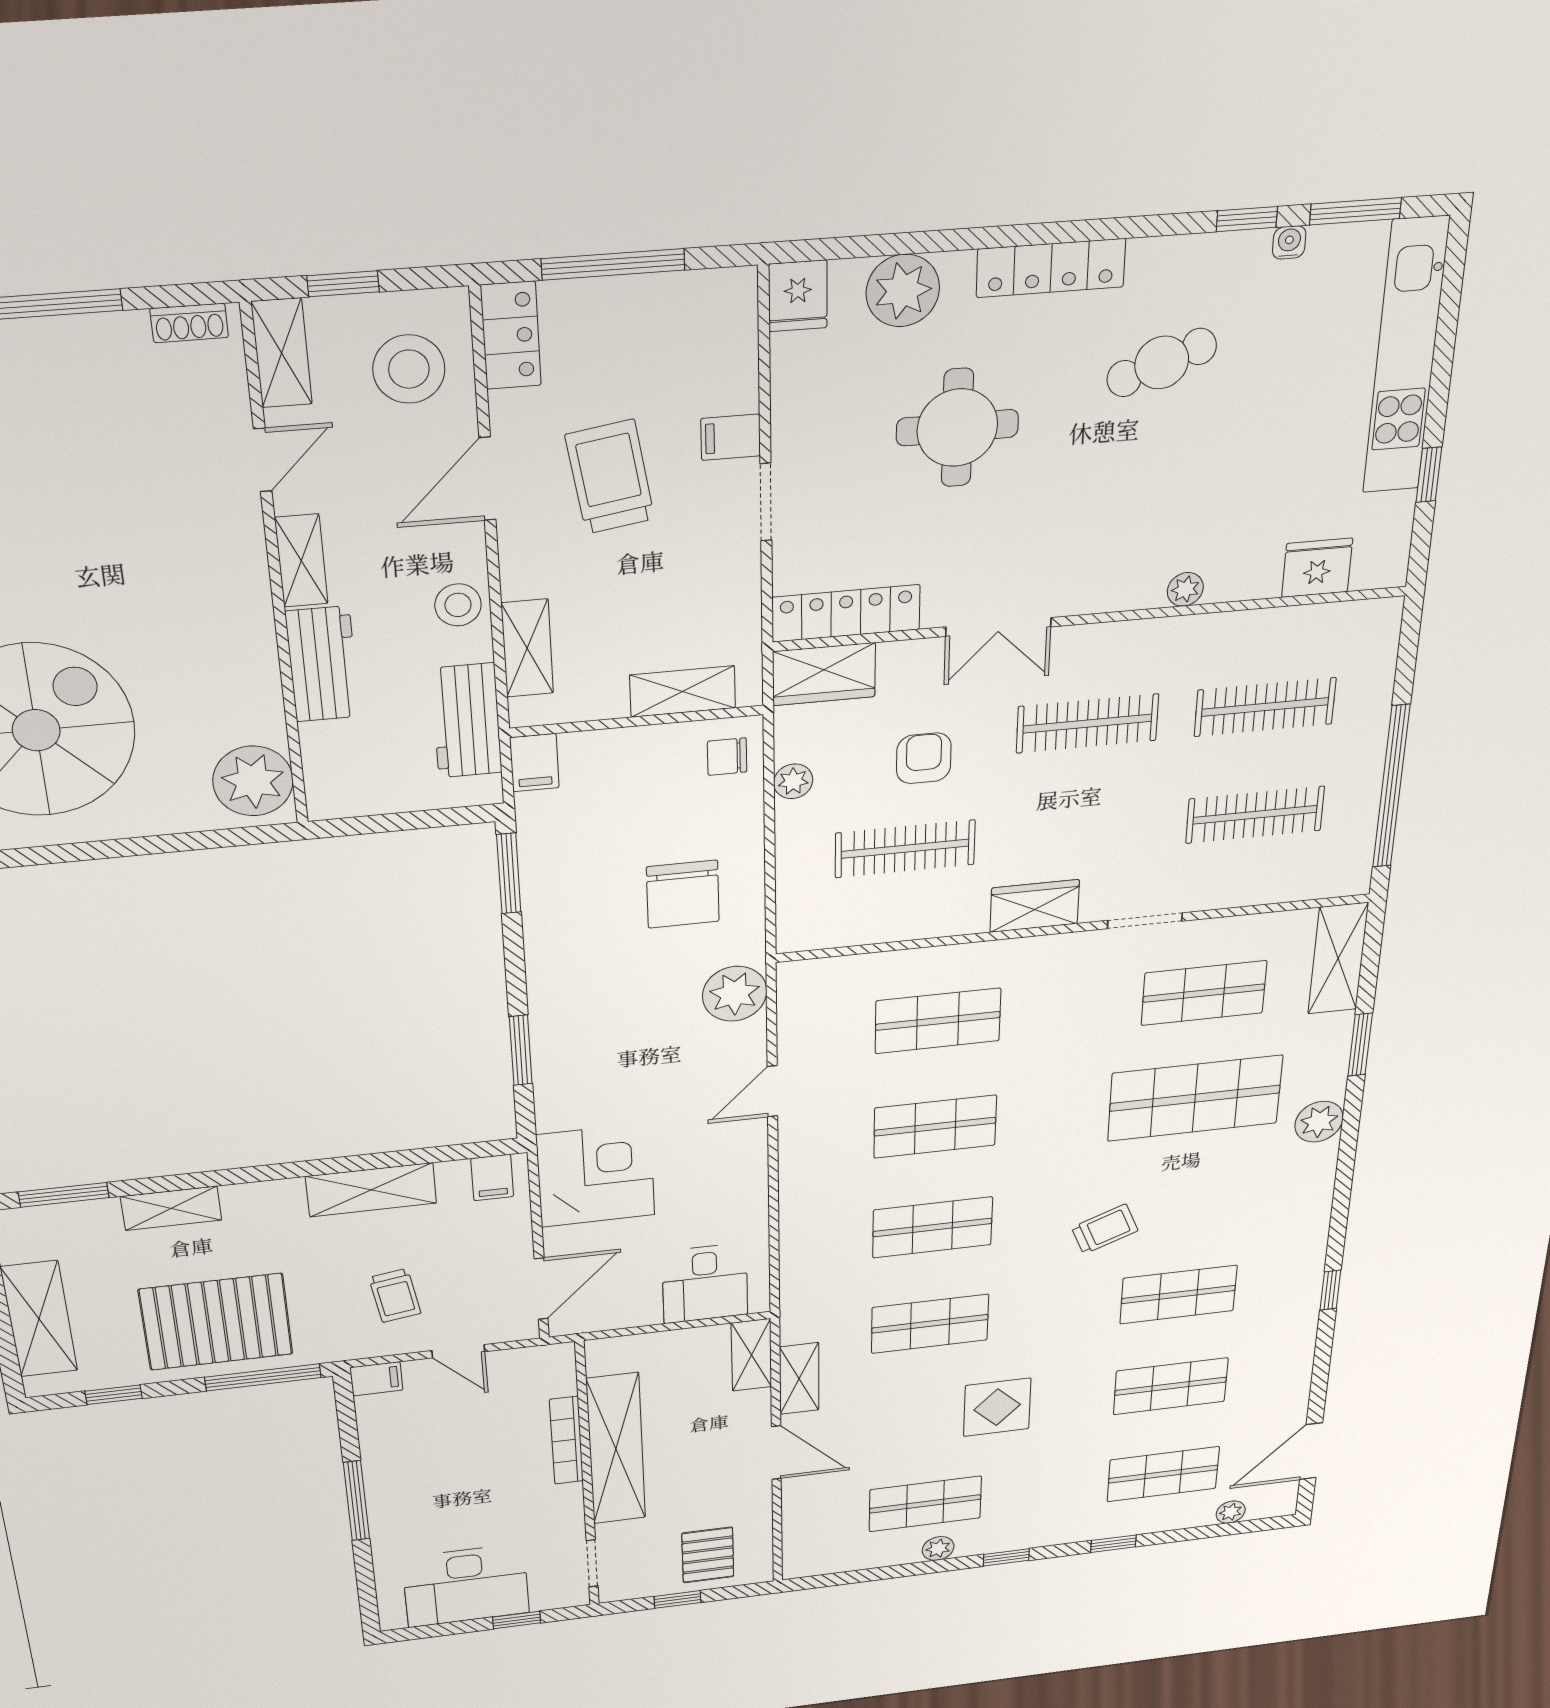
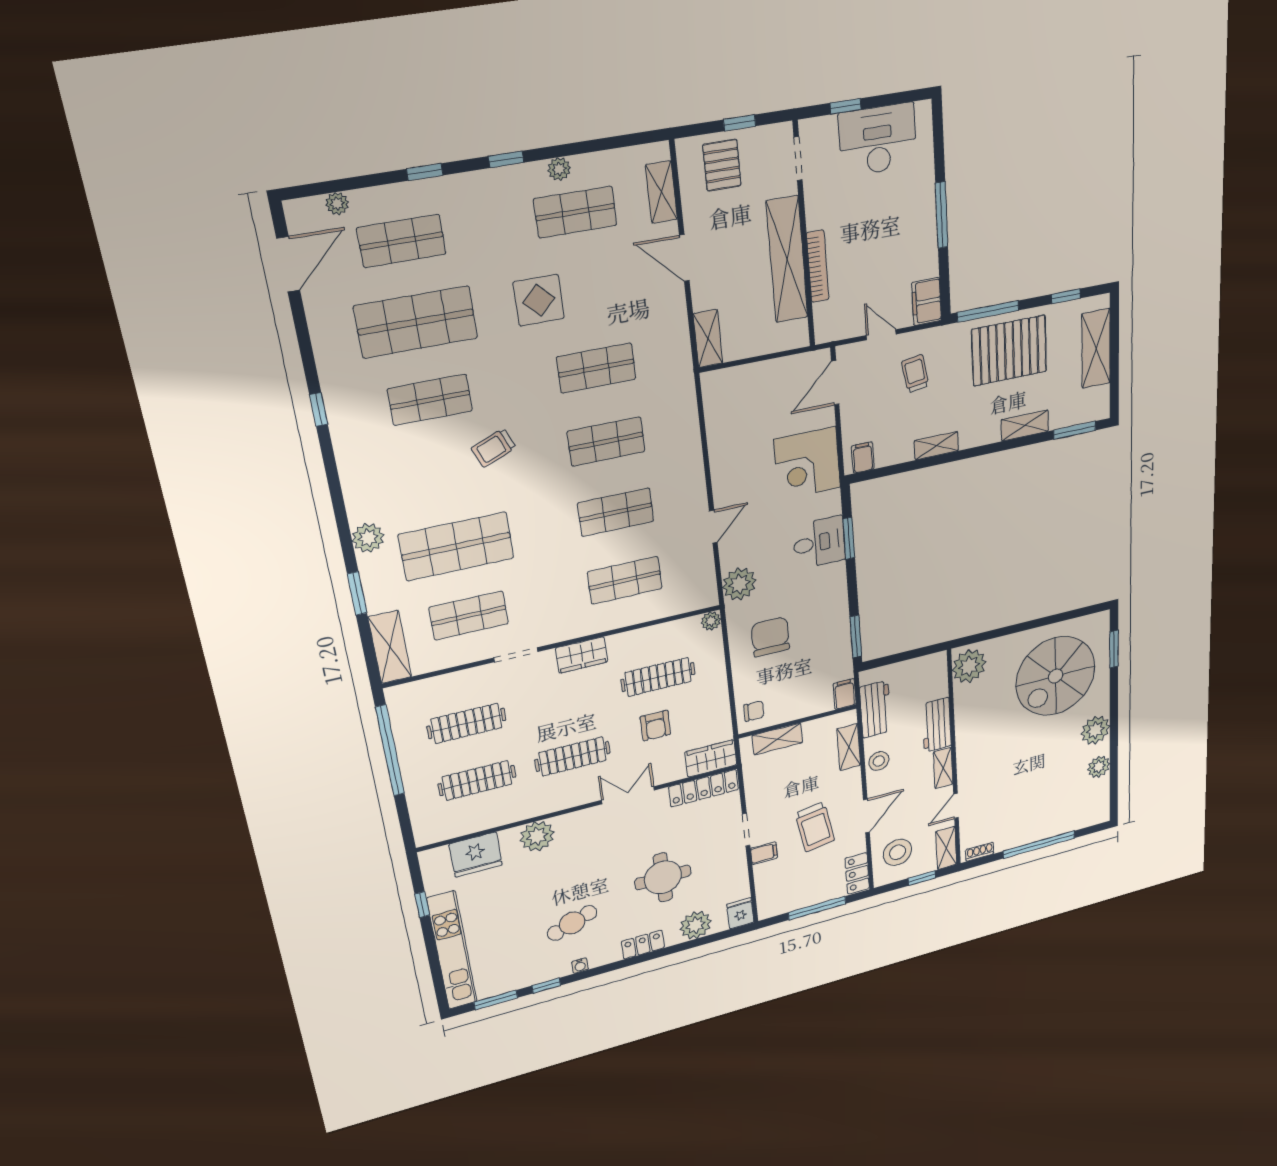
water cooler: (1289, 242) -> (580, 966), moved
locker: (1051, 268) -> (643, 945), width x0.66
fridge: (1317, 568) -> (476, 855), width x1.36, depth x1.34
plant: (1185, 589) -> (537, 836), width x1.88, depth x1.88
plant: (793, 781) -> (711, 621), moved
shelving: (371, 1190) -> (936, 446), width x0.67, depth x0.75
desk: (705, 1283) -> (819, 543), moved, turned 90
filing cabinet: (376, 1379) -> (926, 301), width x2.00
shelving: (799, 1379) -> (661, 192), moved
shop shelf: (1171, 1386) -> (416, 322), width x1.43, depth x1.36

